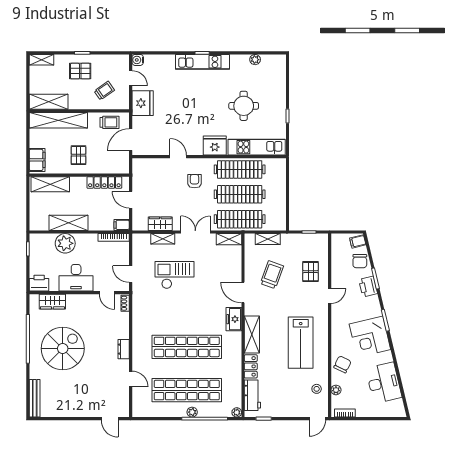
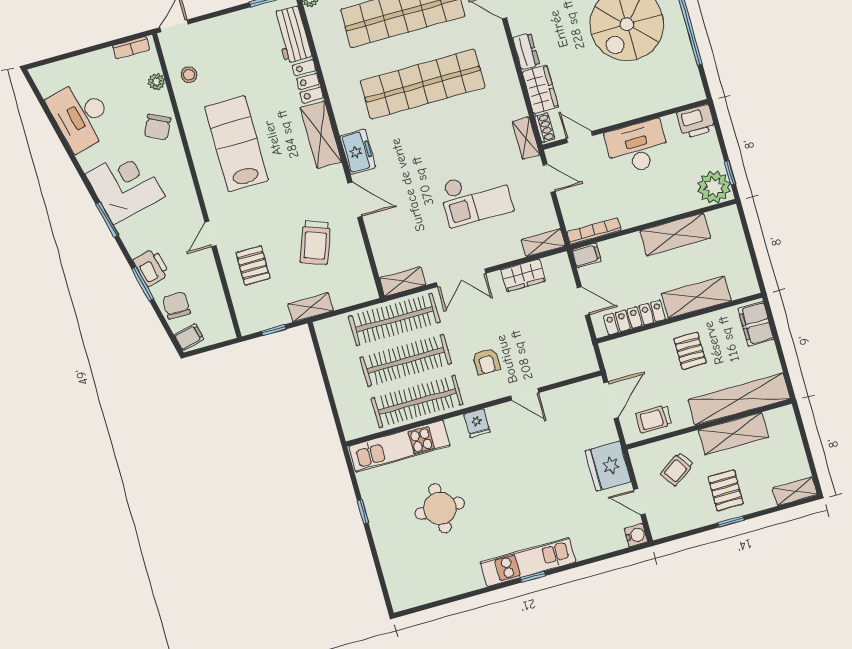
plant: (255, 60) -> (442, 590), removed
pallet: (80, 71) -> (726, 490), turned 90
shelving: (49, 102) -> (733, 434), moved
fridge: (215, 145) -> (477, 423), width x0.53, depth x0.75
shelving: (50, 184) -> (696, 297), moved
shelving: (163, 239) -> (543, 243), moved
shelving: (268, 239) -> (311, 307), moved
plant: (65, 243) -> (714, 187), moved
shelving: (137, 300) -> (526, 138), added
wardrobe: (52, 302) -> (540, 90), moved, turned 90

